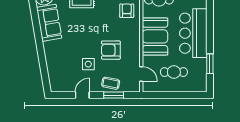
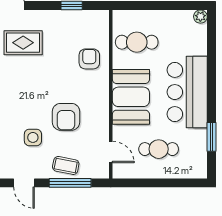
armchair: (111, 50) -> (66, 117), turned -90
door: (82, 95) -> (24, 183), swing flipped
window: (114, 95) -> (70, 183), width x1.44

